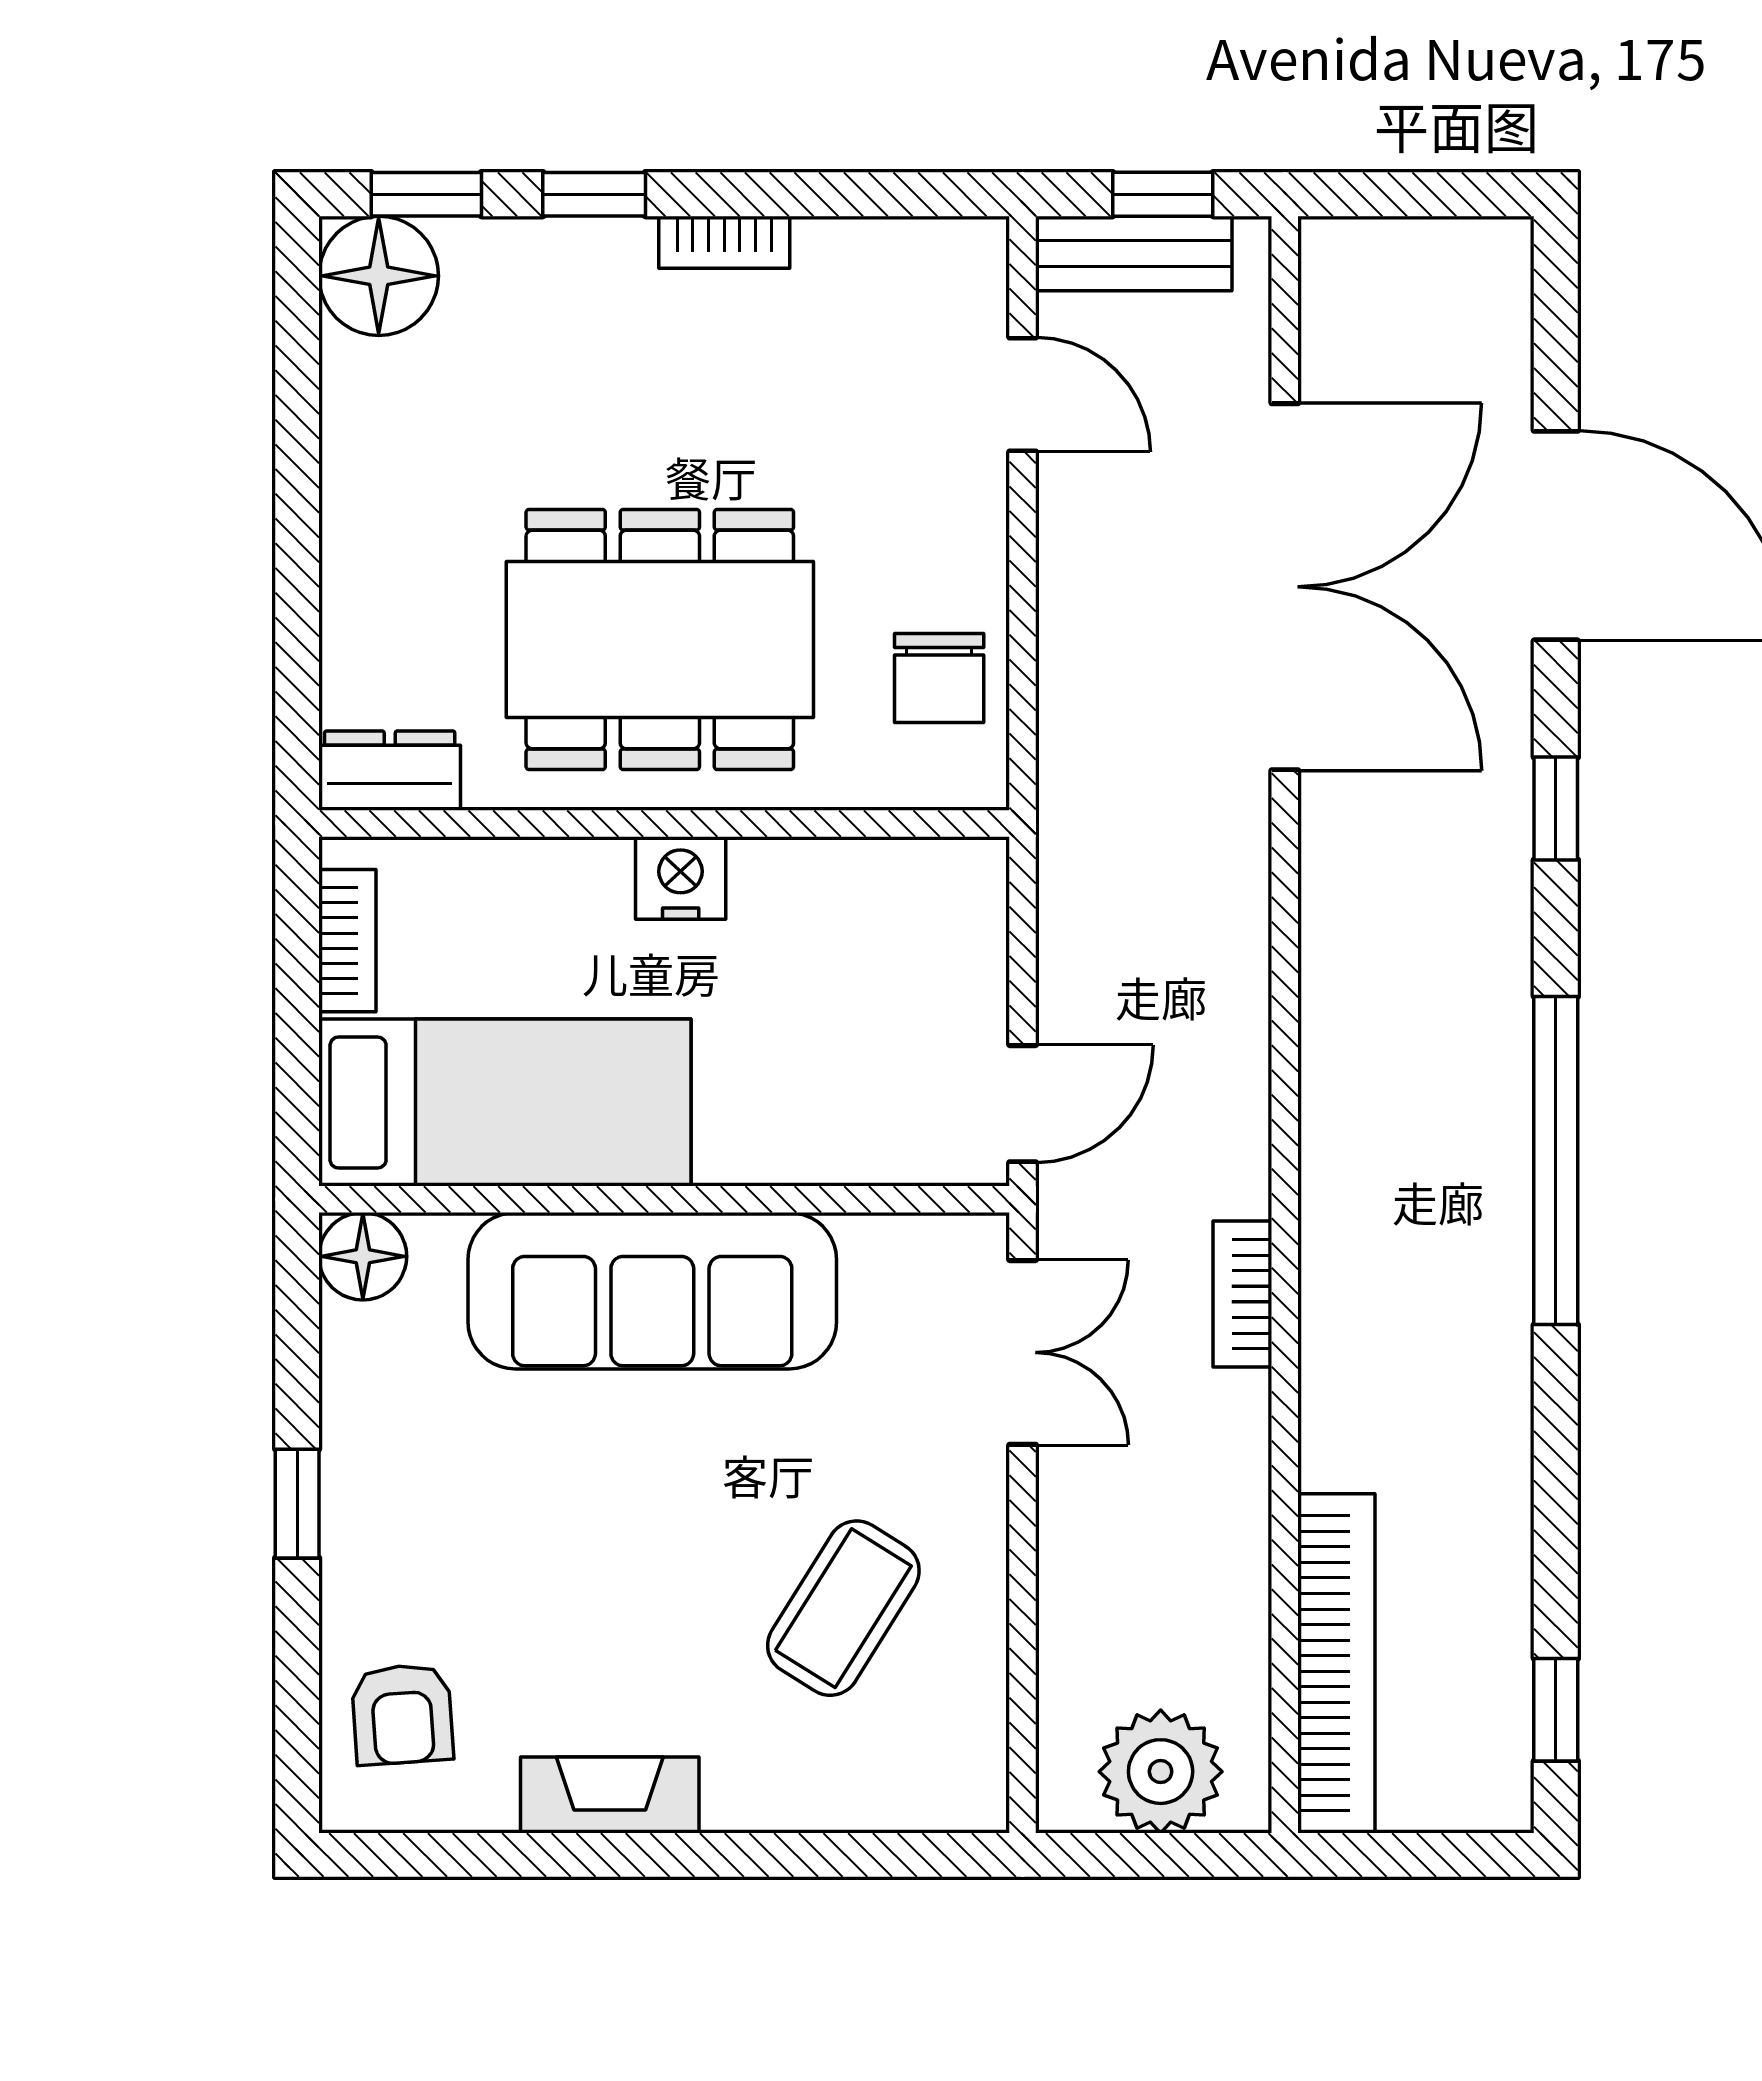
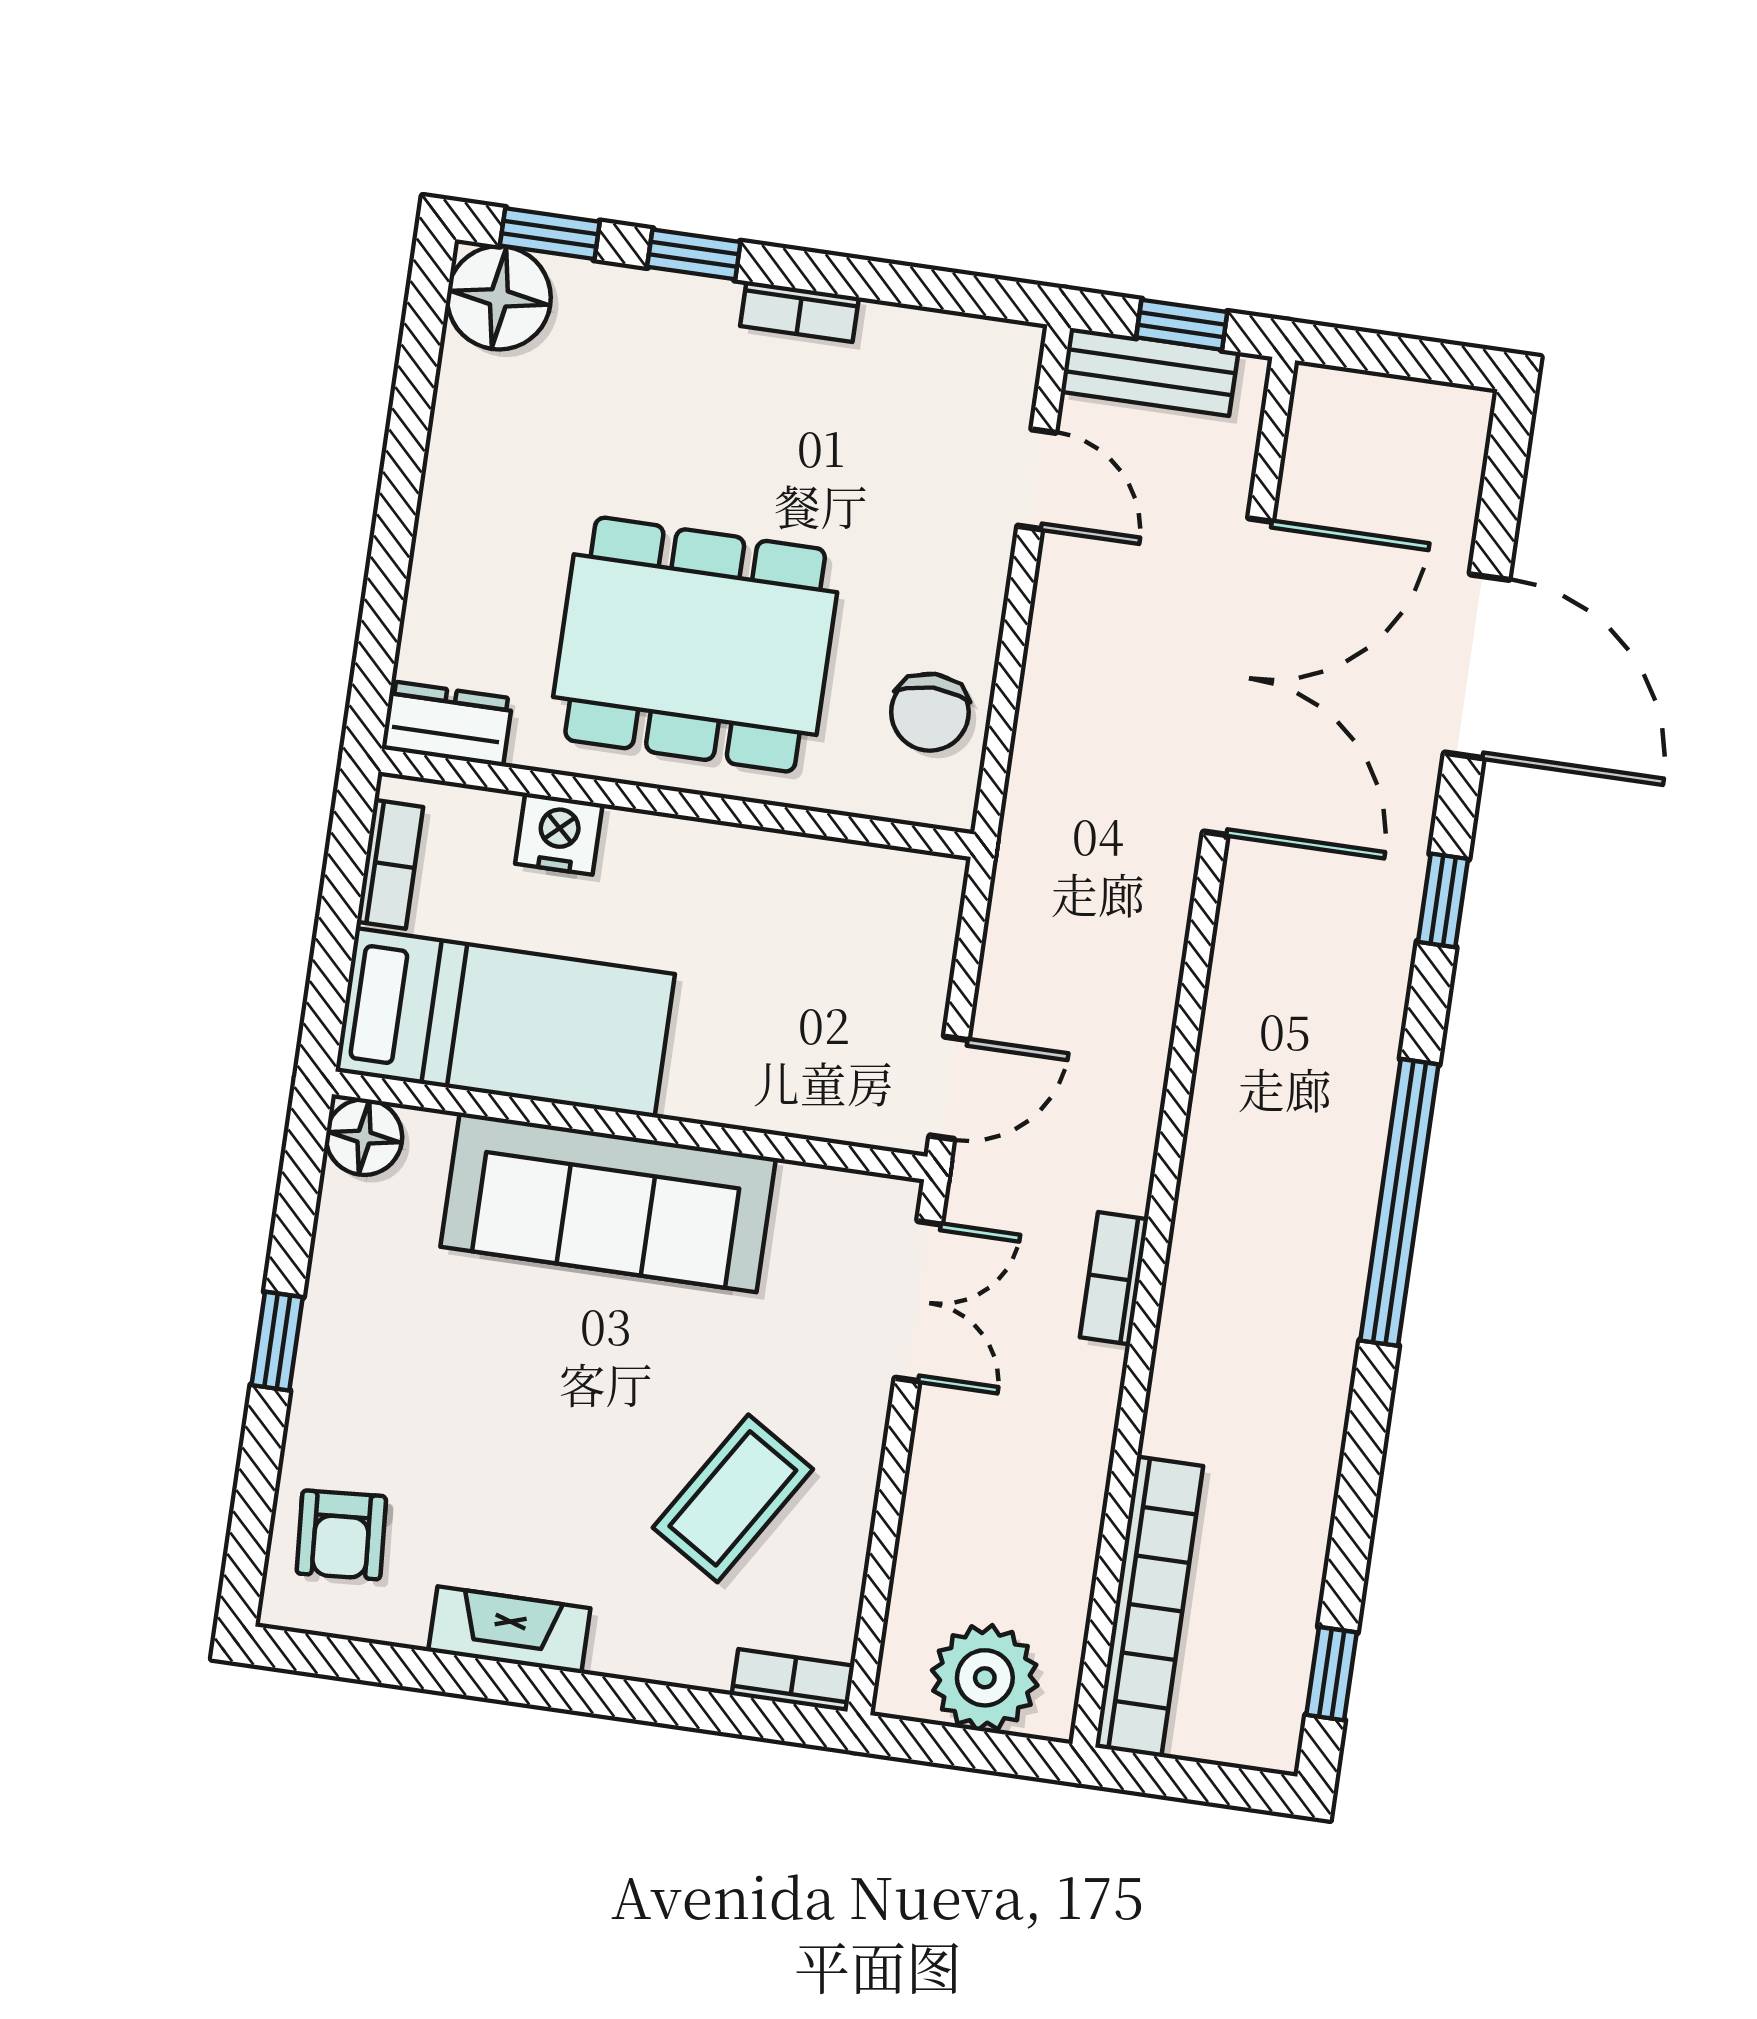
nightstand: (681, 878) -> (559, 834), moved
bookcase: (942, 1806) -> (793, 1680), added

